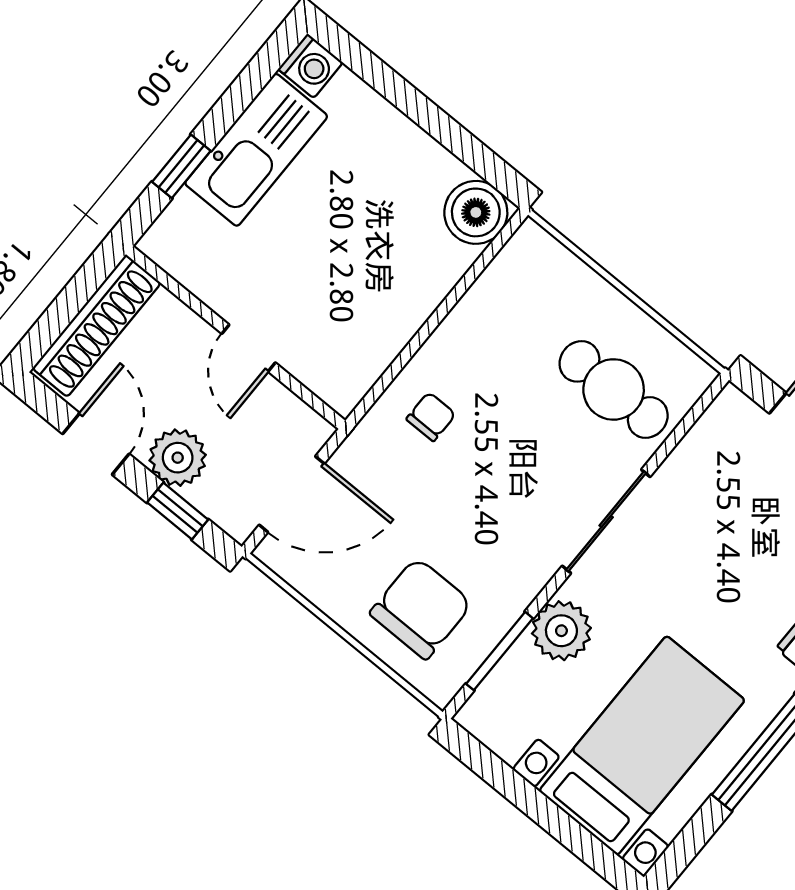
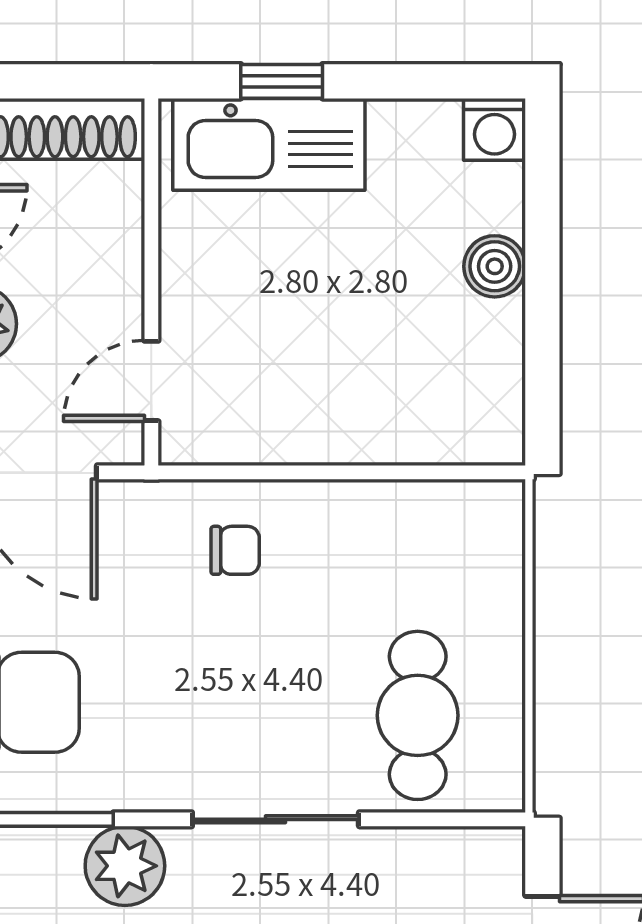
kitchen sink: (256, 150) -> (269, 144), moved
boiler: (476, 212) -> (495, 266), moved, width x0.73, depth x0.73
door: (249, 348) -> (151, 381), moved

